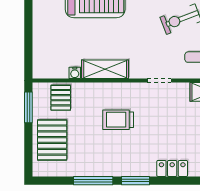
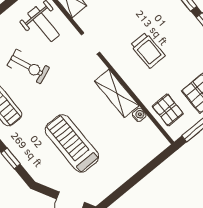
pallet: (61, 98) -> (168, 110), turned 90

